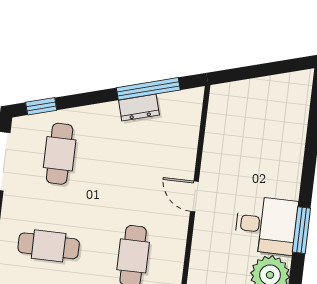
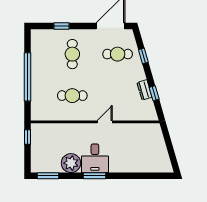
window: (148, 89) -> (154, 93), width x0.46
window: (41, 106) -> (143, 56), moved

